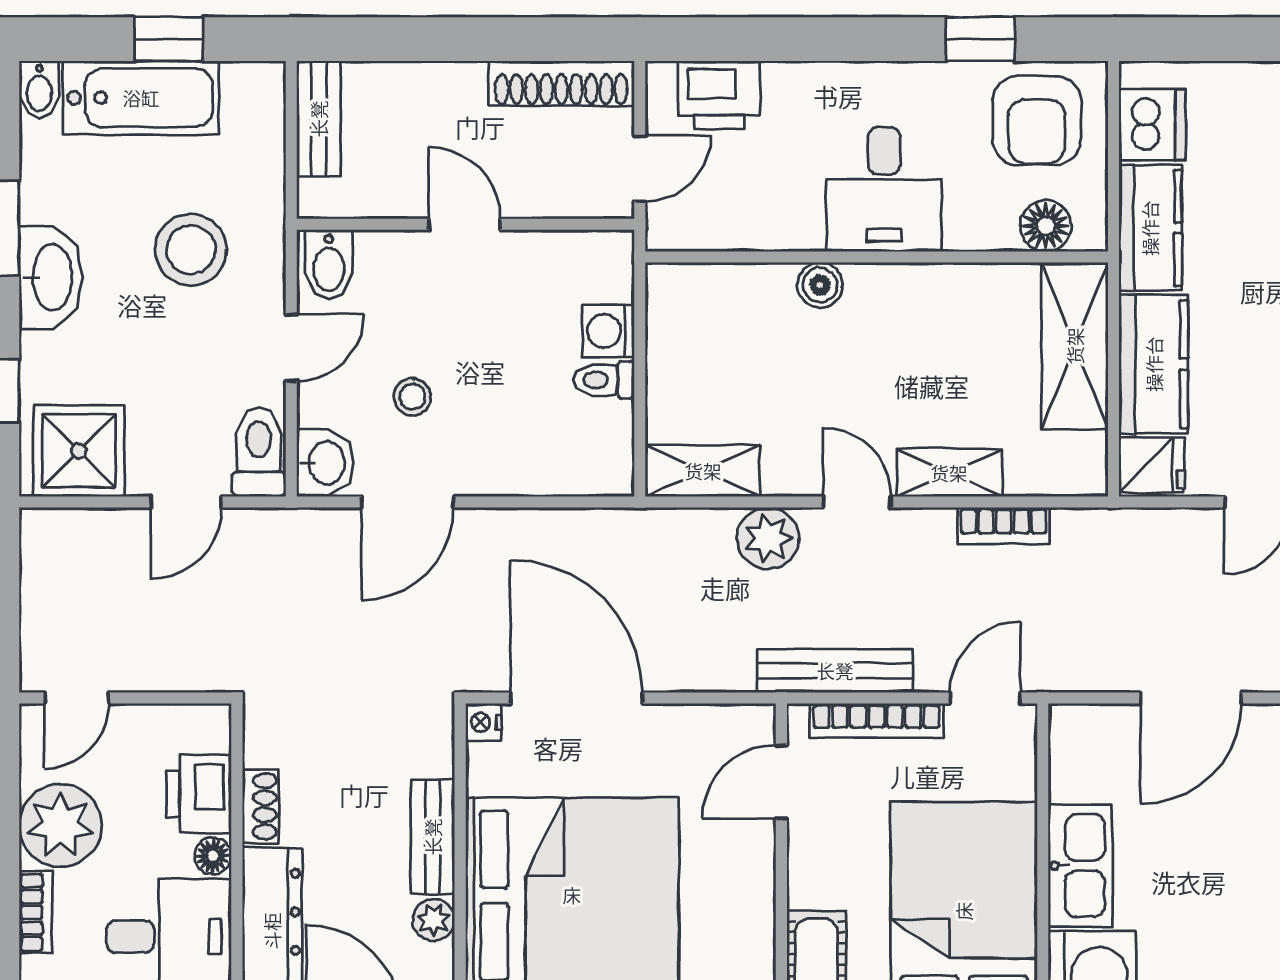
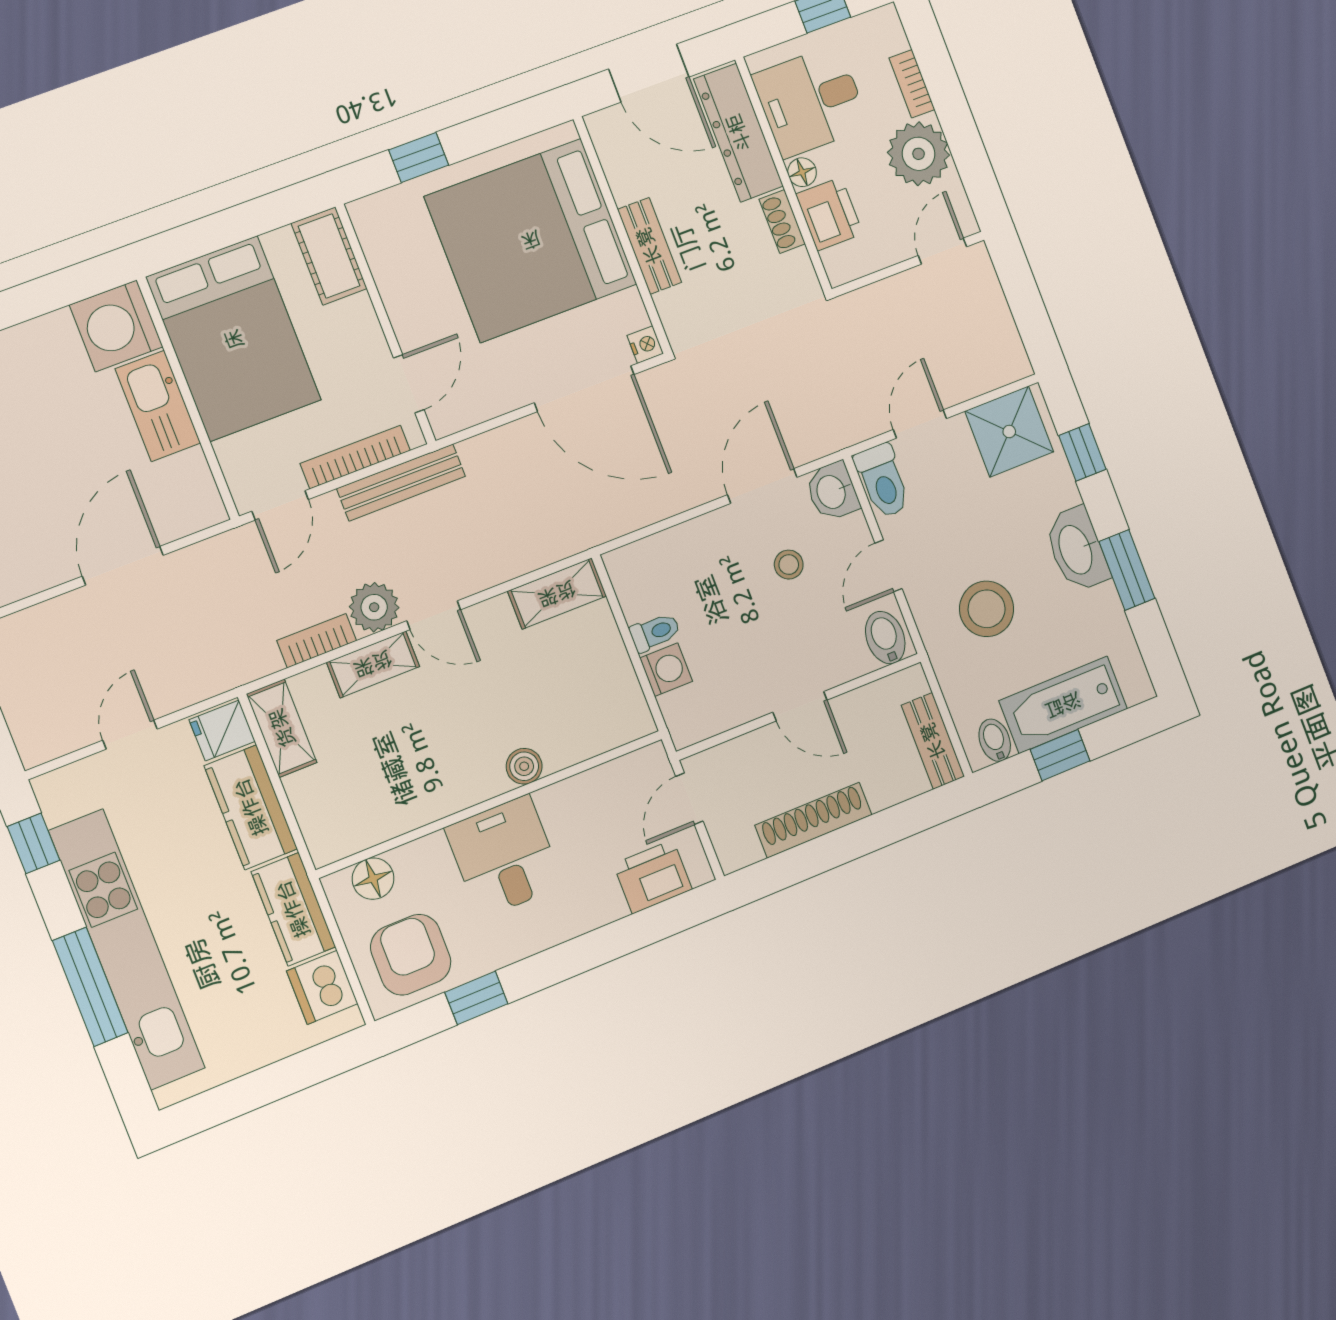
shoe rack: (561, 83) -> (813, 820), moved
bidet: (39, 89) -> (995, 740), moved
shelving: (1075, 346) -> (282, 728), moved, width x0.67, depth x0.75
plant: (768, 538) -> (374, 607), moved
plant: (434, 920) -> (625, 184), removed

